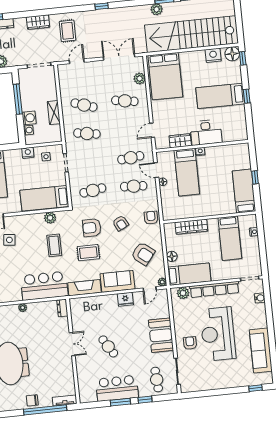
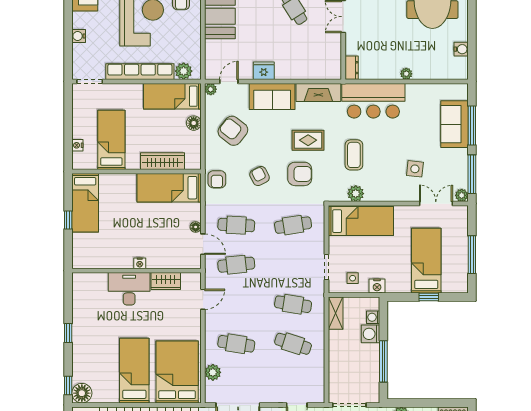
nightstand: (213, 55) -> (108, 394), removed
bed: (220, 96) -> (134, 371), moved, turned -90
shelving: (54, 113) -> (336, 313), moved
bed: (187, 172) -> (169, 188), moved, turned -90
water cooler: (260, 298) -> (79, 36), moved

